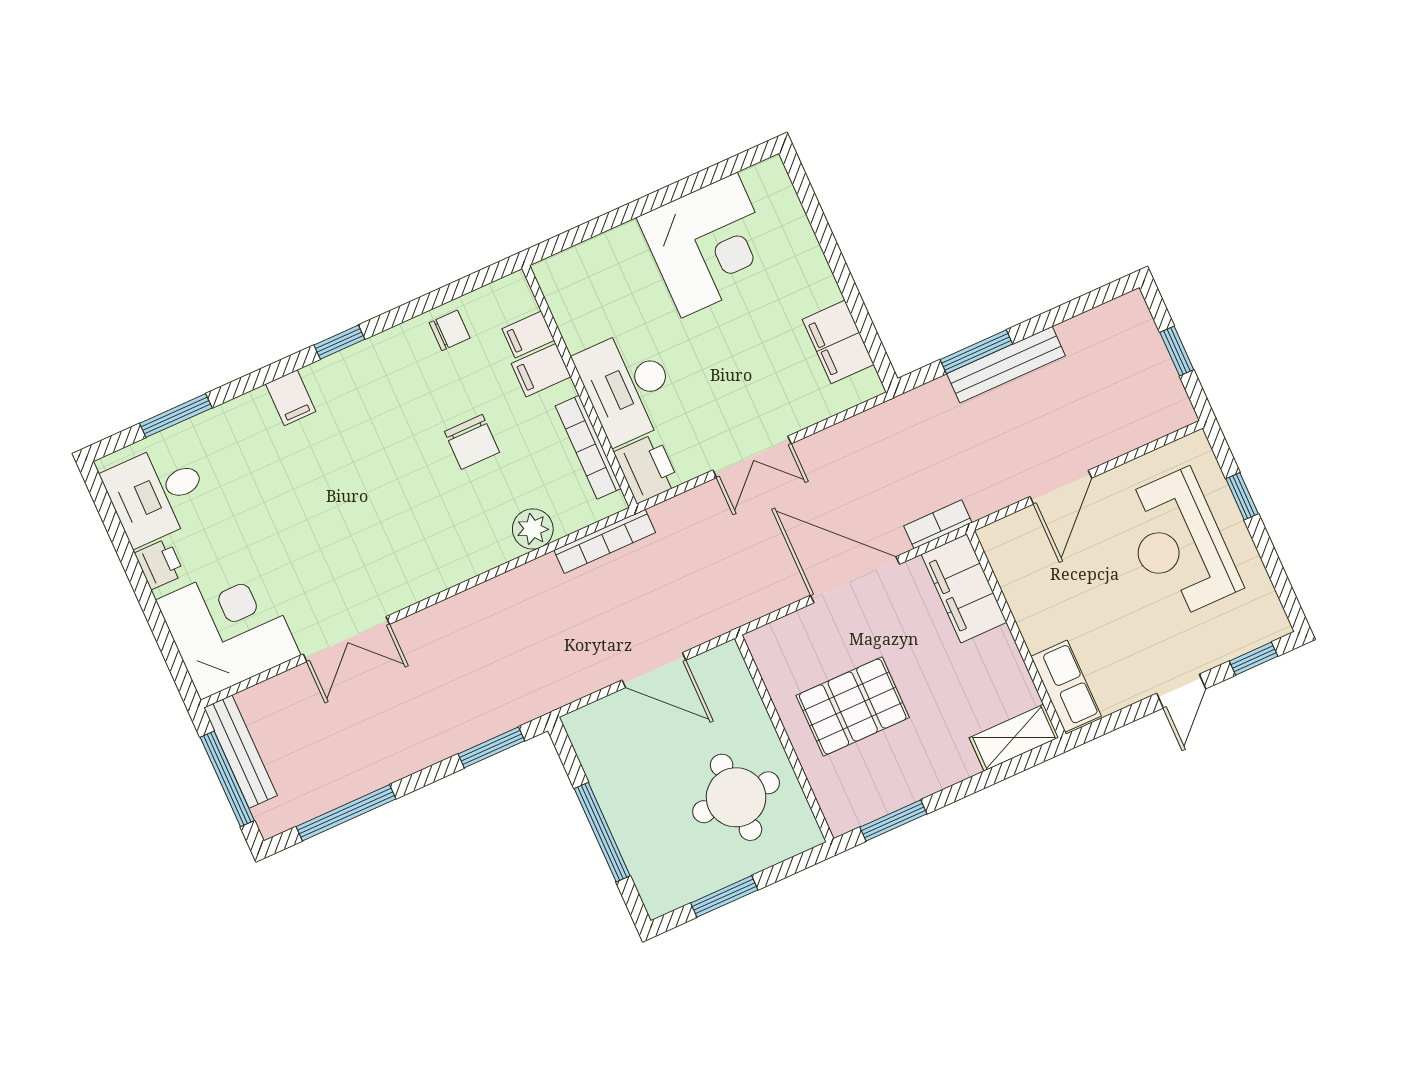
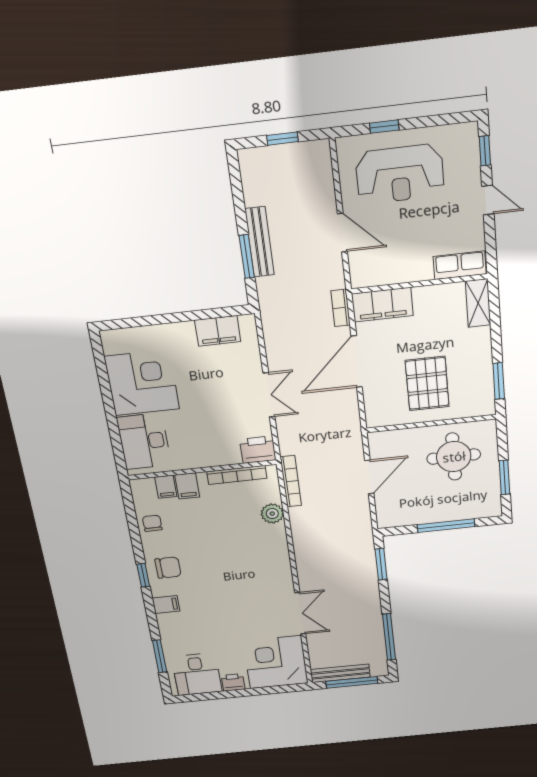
desk: (627, 386) -> (144, 441), moved, turned 90
chair: (472, 442) -> (168, 568), moved

